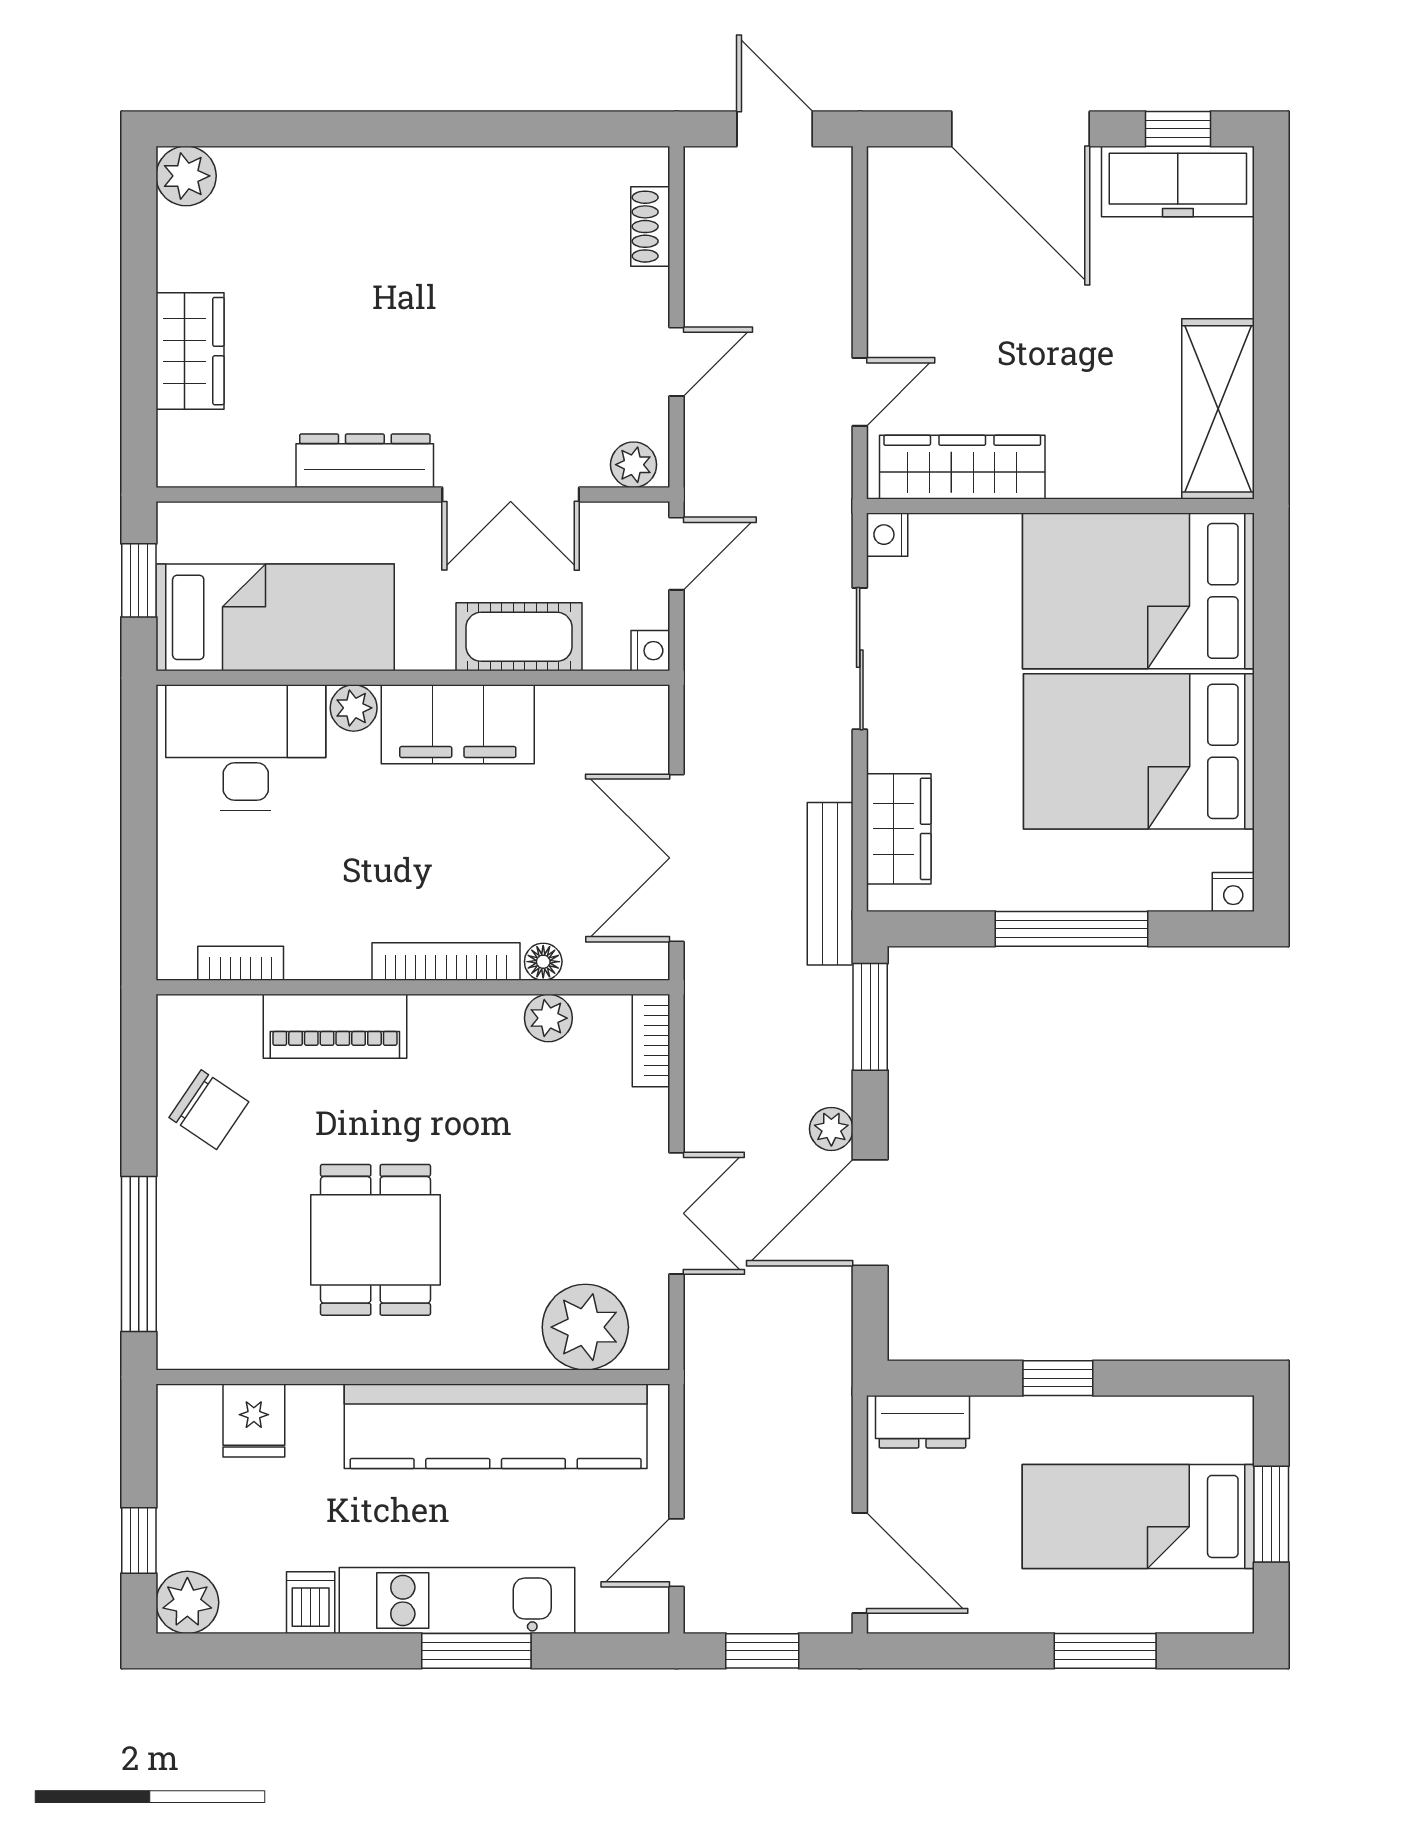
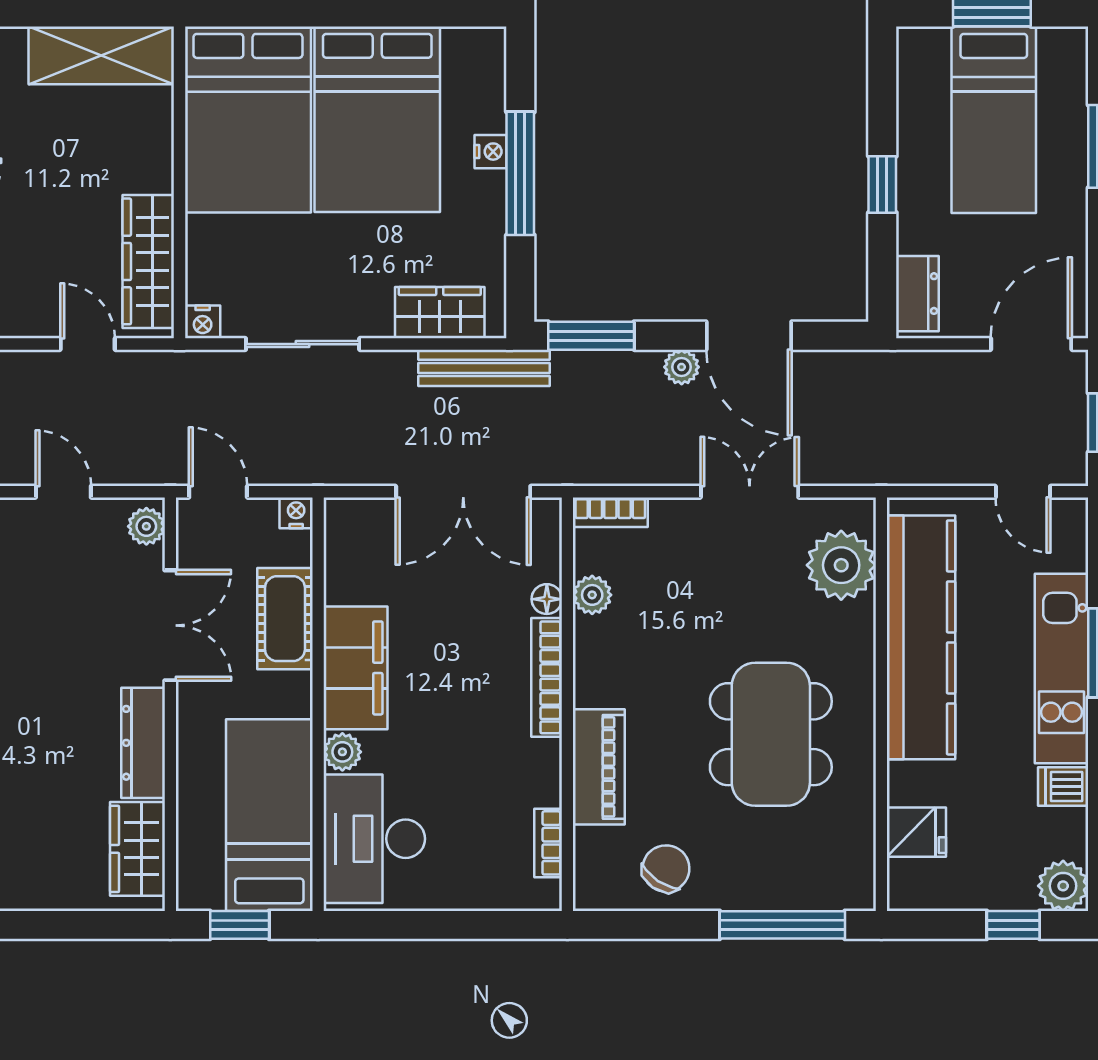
wardrobe: (190, 351) -> (137, 849), moved, turned -90
nightstand: (1233, 892) -> (491, 152), moved
dining table: (375, 1240) -> (771, 734), width x1.37

